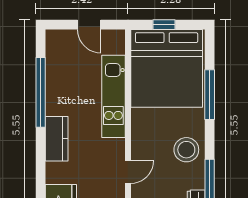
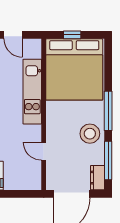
window: (210, 95) -> (108, 111), moved
door: (128, 172) -> (44, 151), swing flipped

